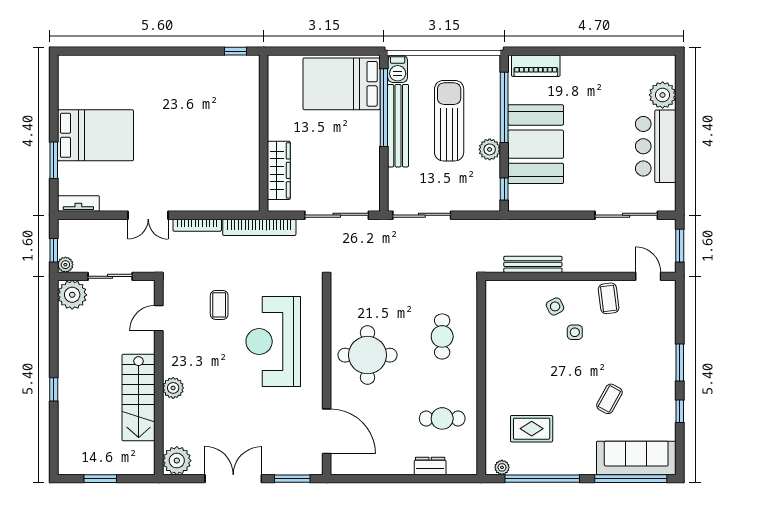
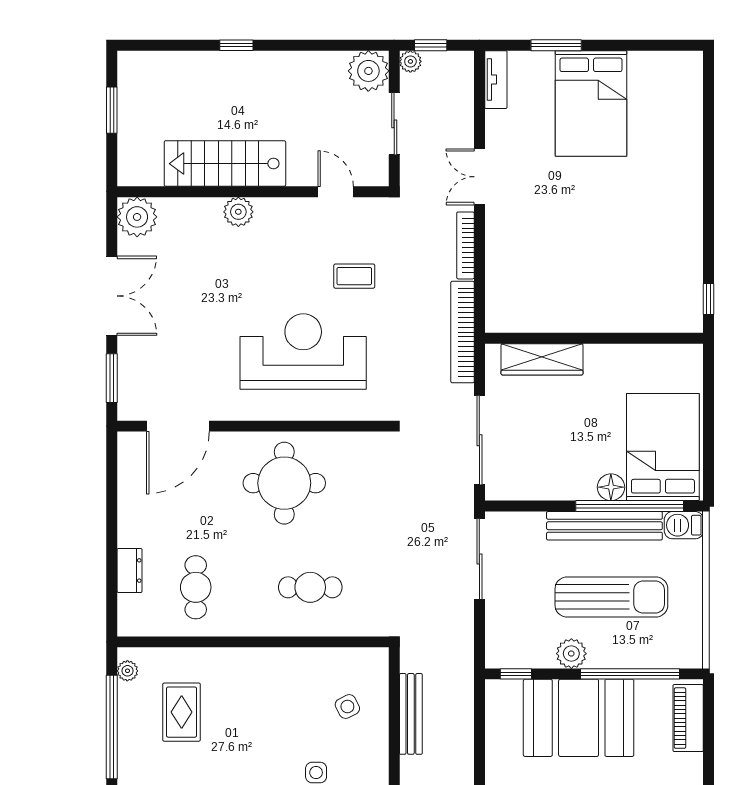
floor lamp: (370, 121) -> (611, 487), added
side table: (555, 306) -> (347, 707), moved

